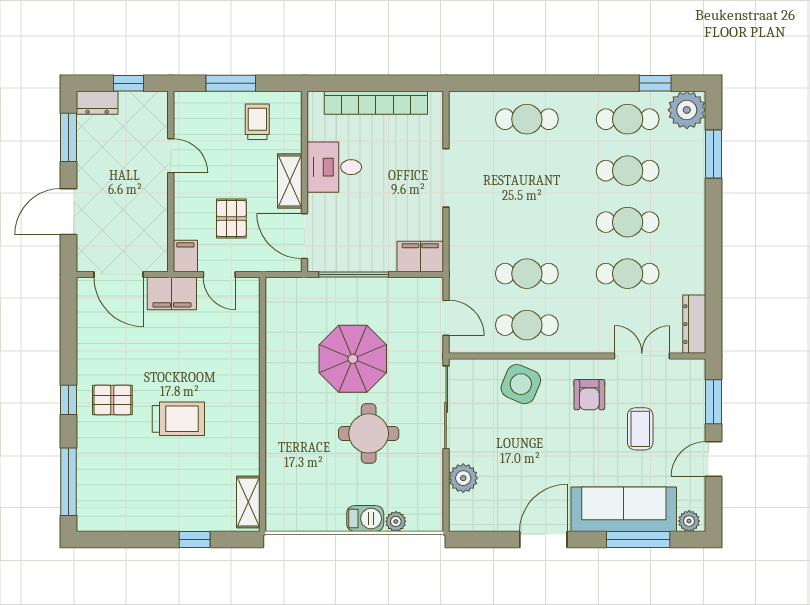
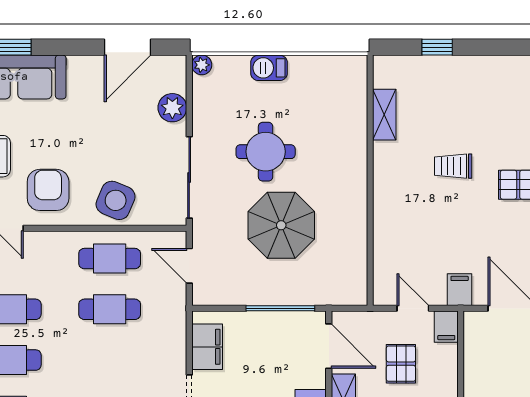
filing cabinet: (420, 257) -> (207, 347), moved, turned -90
filing cabinet: (172, 294) -> (460, 290), width x0.50
armchair: (589, 395) -> (48, 190), width x1.38, depth x1.38
trolley: (178, 419) -> (453, 166), width x0.73, depth x0.72
shelving: (248, 502) -> (384, 115), moved
plant: (396, 521) -> (202, 65), moved
door: (543, 539) -> (128, 47), moved

